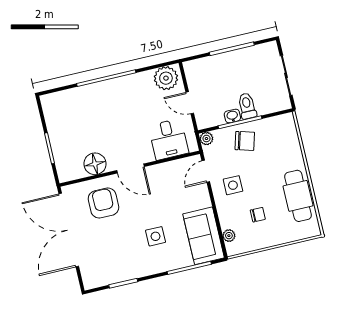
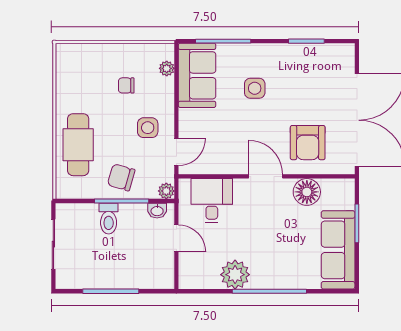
plant: (166, 78) -> (235, 275), moved
washbasin: (232, 116) -> (157, 211), moved
sofa: (59, 124) -> (338, 250), added
cafe table: (298, 196) -> (78, 145), moved

